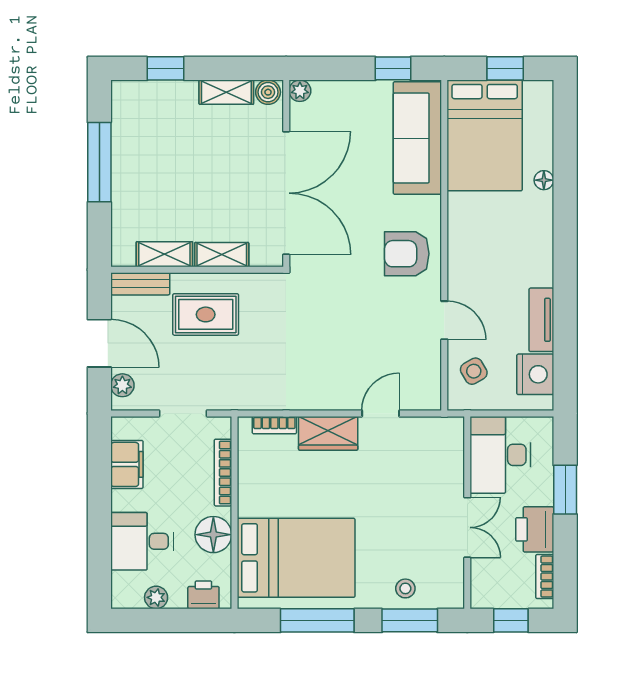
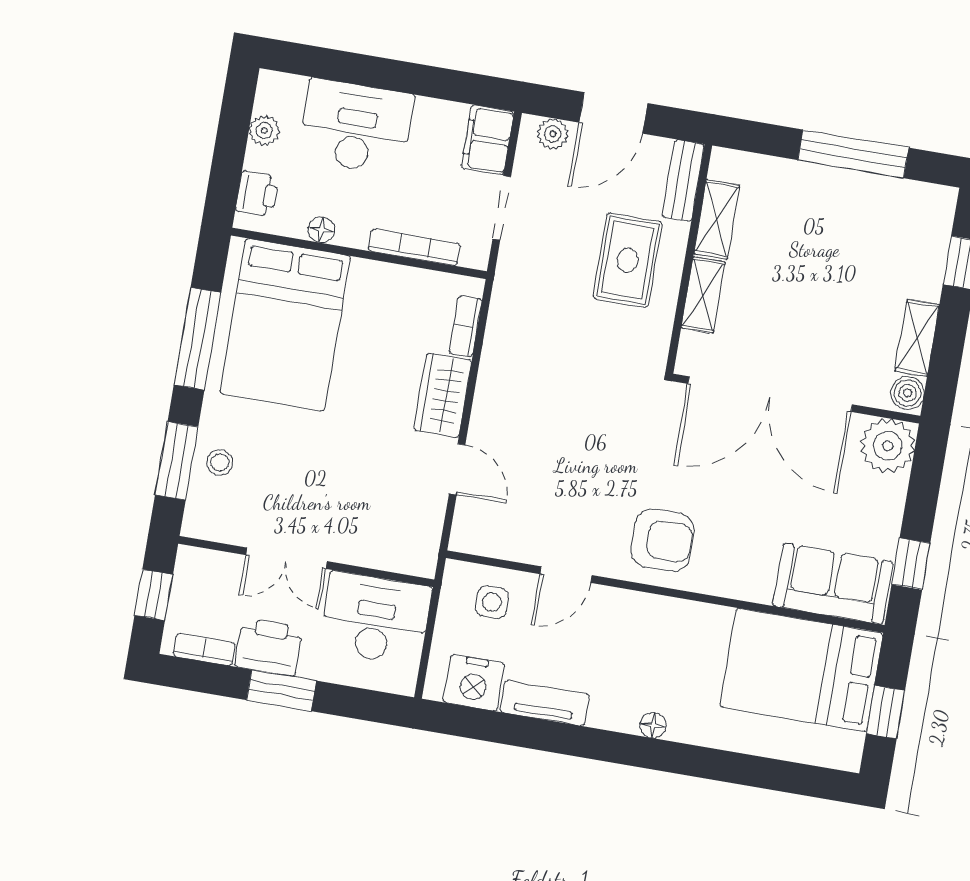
plant: (300, 91) -> (888, 446), width x1.88, depth x1.88
sofa: (417, 138) -> (833, 584), width x0.73
floor lamp: (544, 180) -> (653, 725), moved
armchair: (407, 254) -> (662, 540), turned 90
side table: (474, 371) -> (492, 602), turned 30
filing cabinet: (127, 464) -> (488, 140), moved, turned 90
window: (565, 490) -> (281, 690), moved
floor lamp: (213, 535) -> (321, 230), width x0.53, depth x0.53
desk: (142, 541) -> (356, 127), width x1.37

